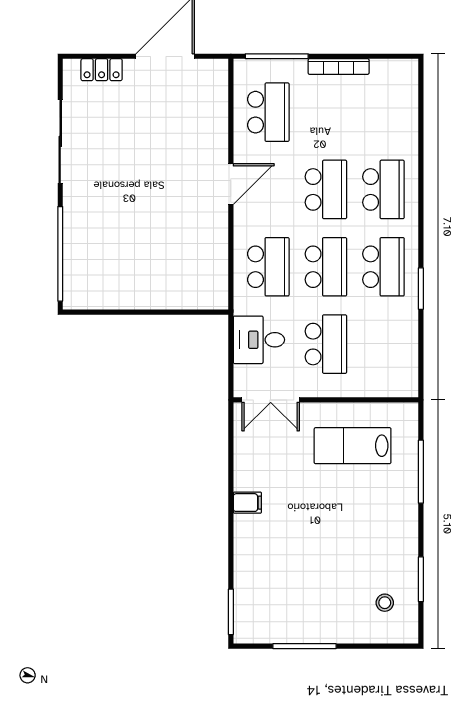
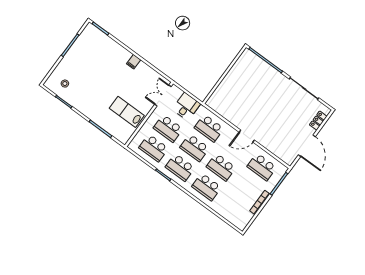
door: (231, 184) -> (247, 136), hinge flipped
school desk: (383, 344) -> (154, 148), added
lab bench: (353, 446) -> (127, 112), turned -90

